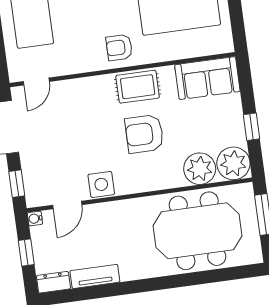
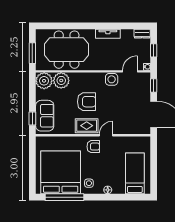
sofa: (207, 78) -> (45, 116), moved, turned 90
door: (36, 81) -> (106, 135), moved
window: (252, 127) -> (32, 118), moved
tv unit: (95, 276) -> (108, 34), moved

